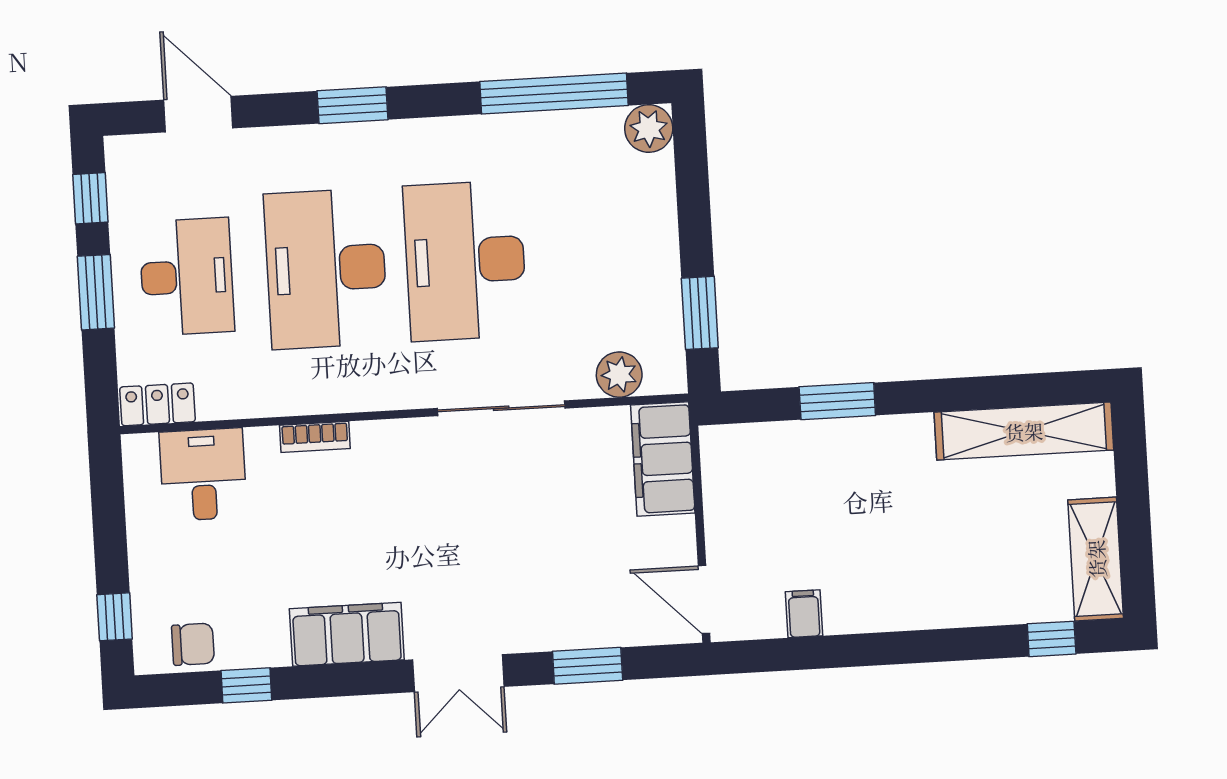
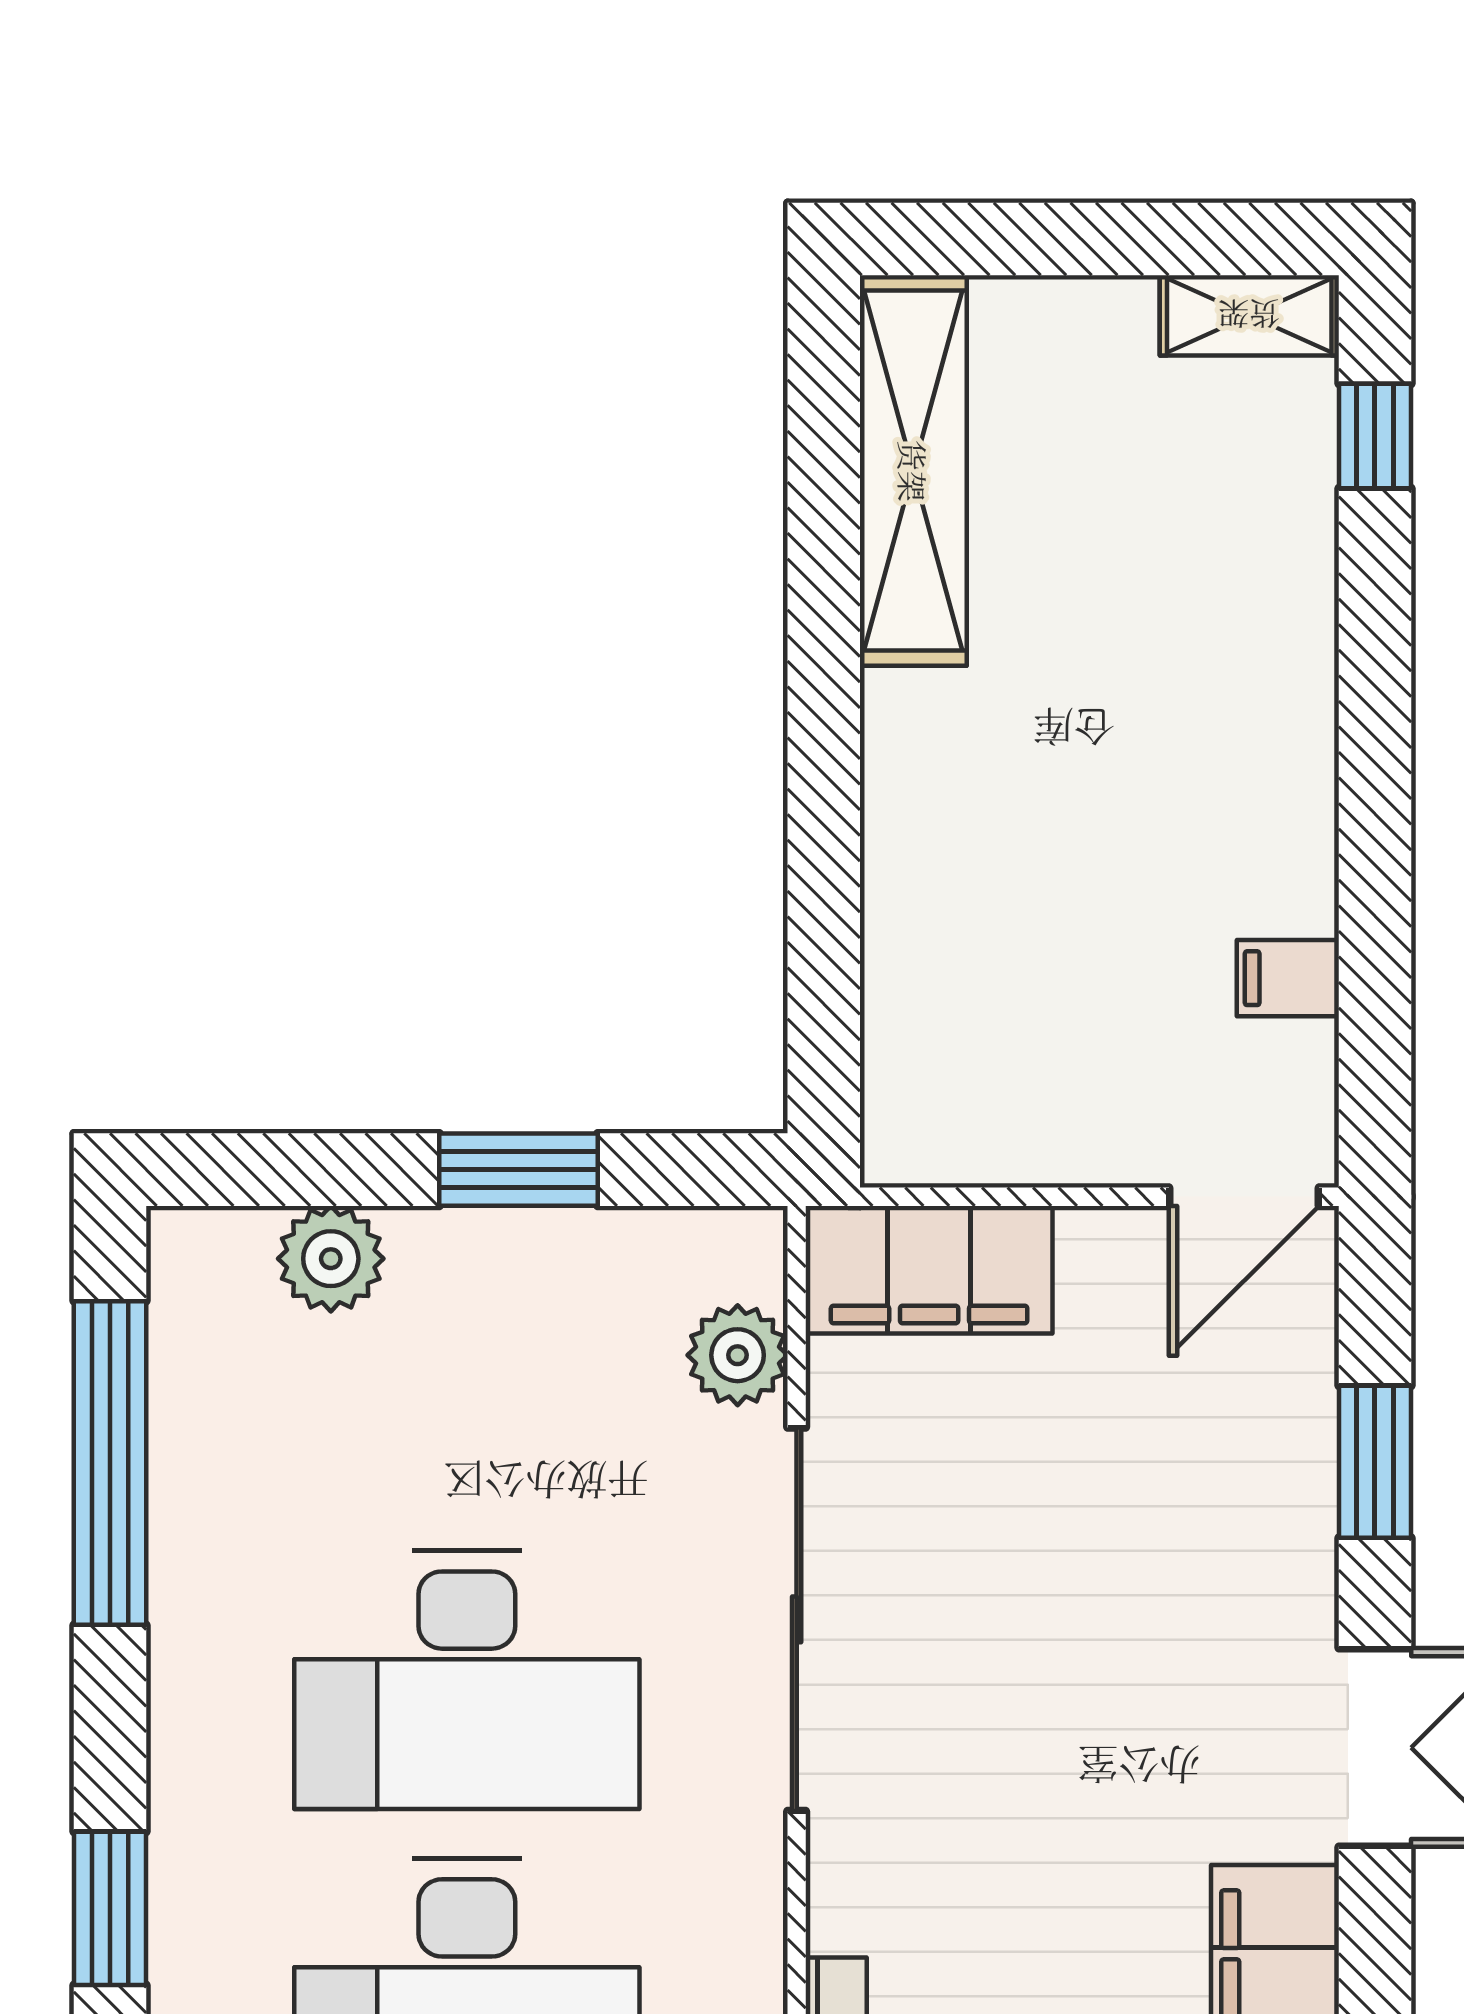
plant: (649, 129) -> (331, 1259), moved
window: (700, 313) -> (518, 1170), moved
window: (837, 401) -> (824, 878), removed
sliding door: (501, 408) -> (797, 1619), width x1.36
shelving: (1096, 559) -> (1249, 315), width x0.67, depth x0.75

